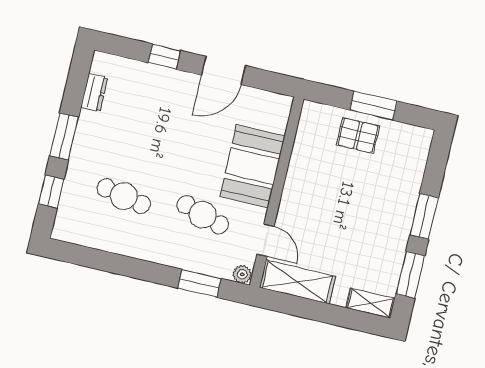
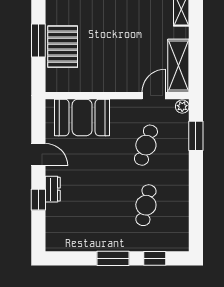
door: (224, 70) -> (38, 154), width x0.73
dresser: (94, 93) -> (53, 189), moved, turned 90
pallet: (358, 136) -> (63, 47), width x1.50, depth x1.42
booth: (252, 166) -> (82, 117), moved

